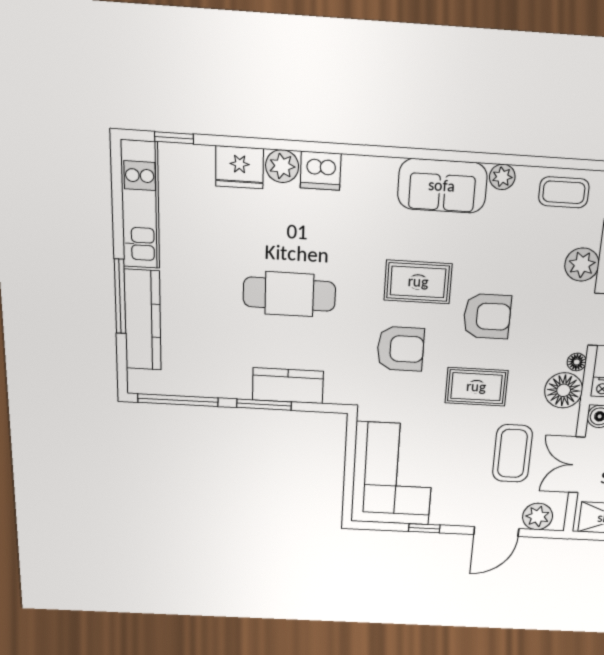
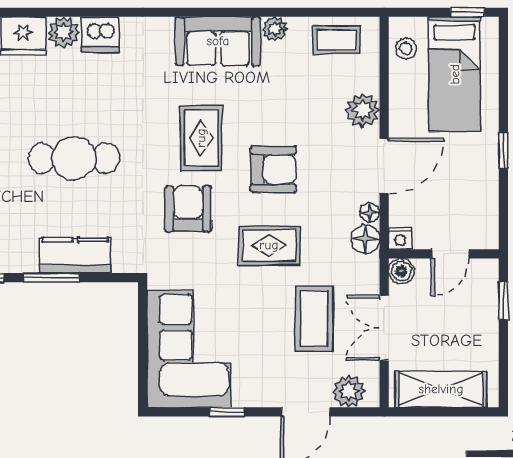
rug: (418, 282) -> (201, 138), turned 90
armchair: (401, 349) -> (188, 209), turned -90
floor lamp: (564, 390) -> (365, 239), width x0.73, depth x0.73

